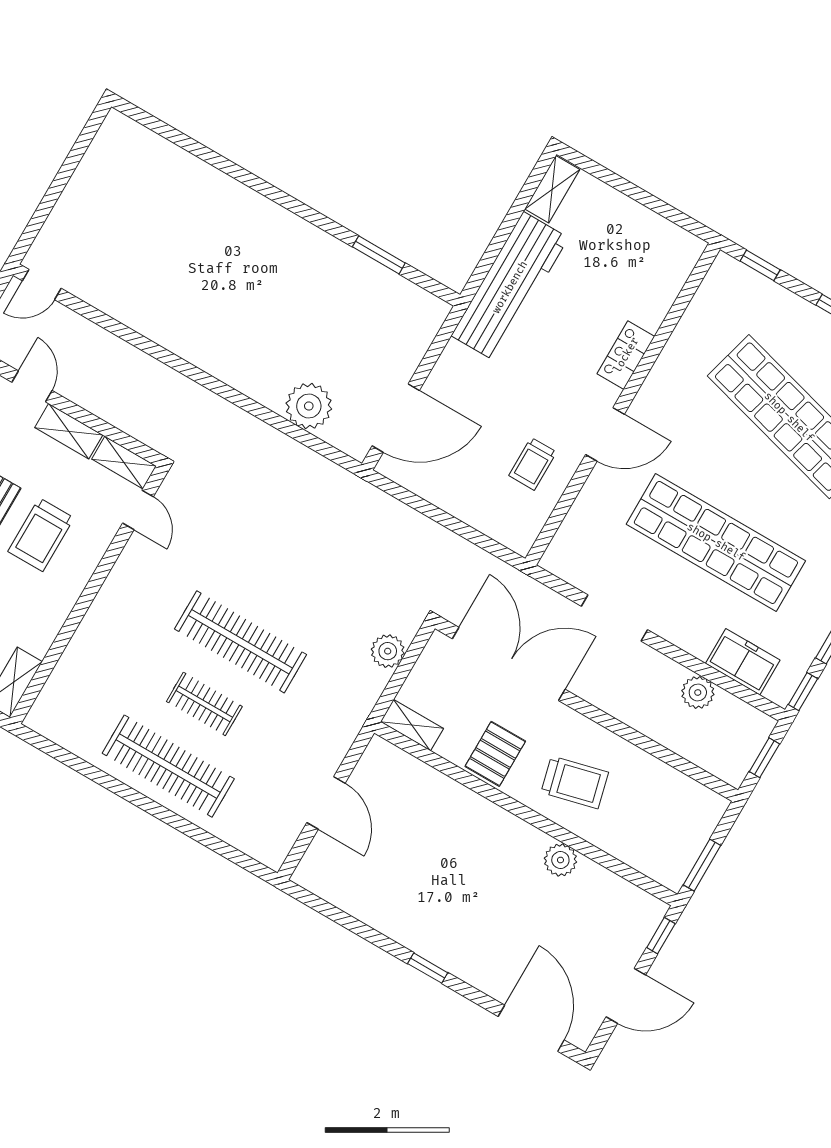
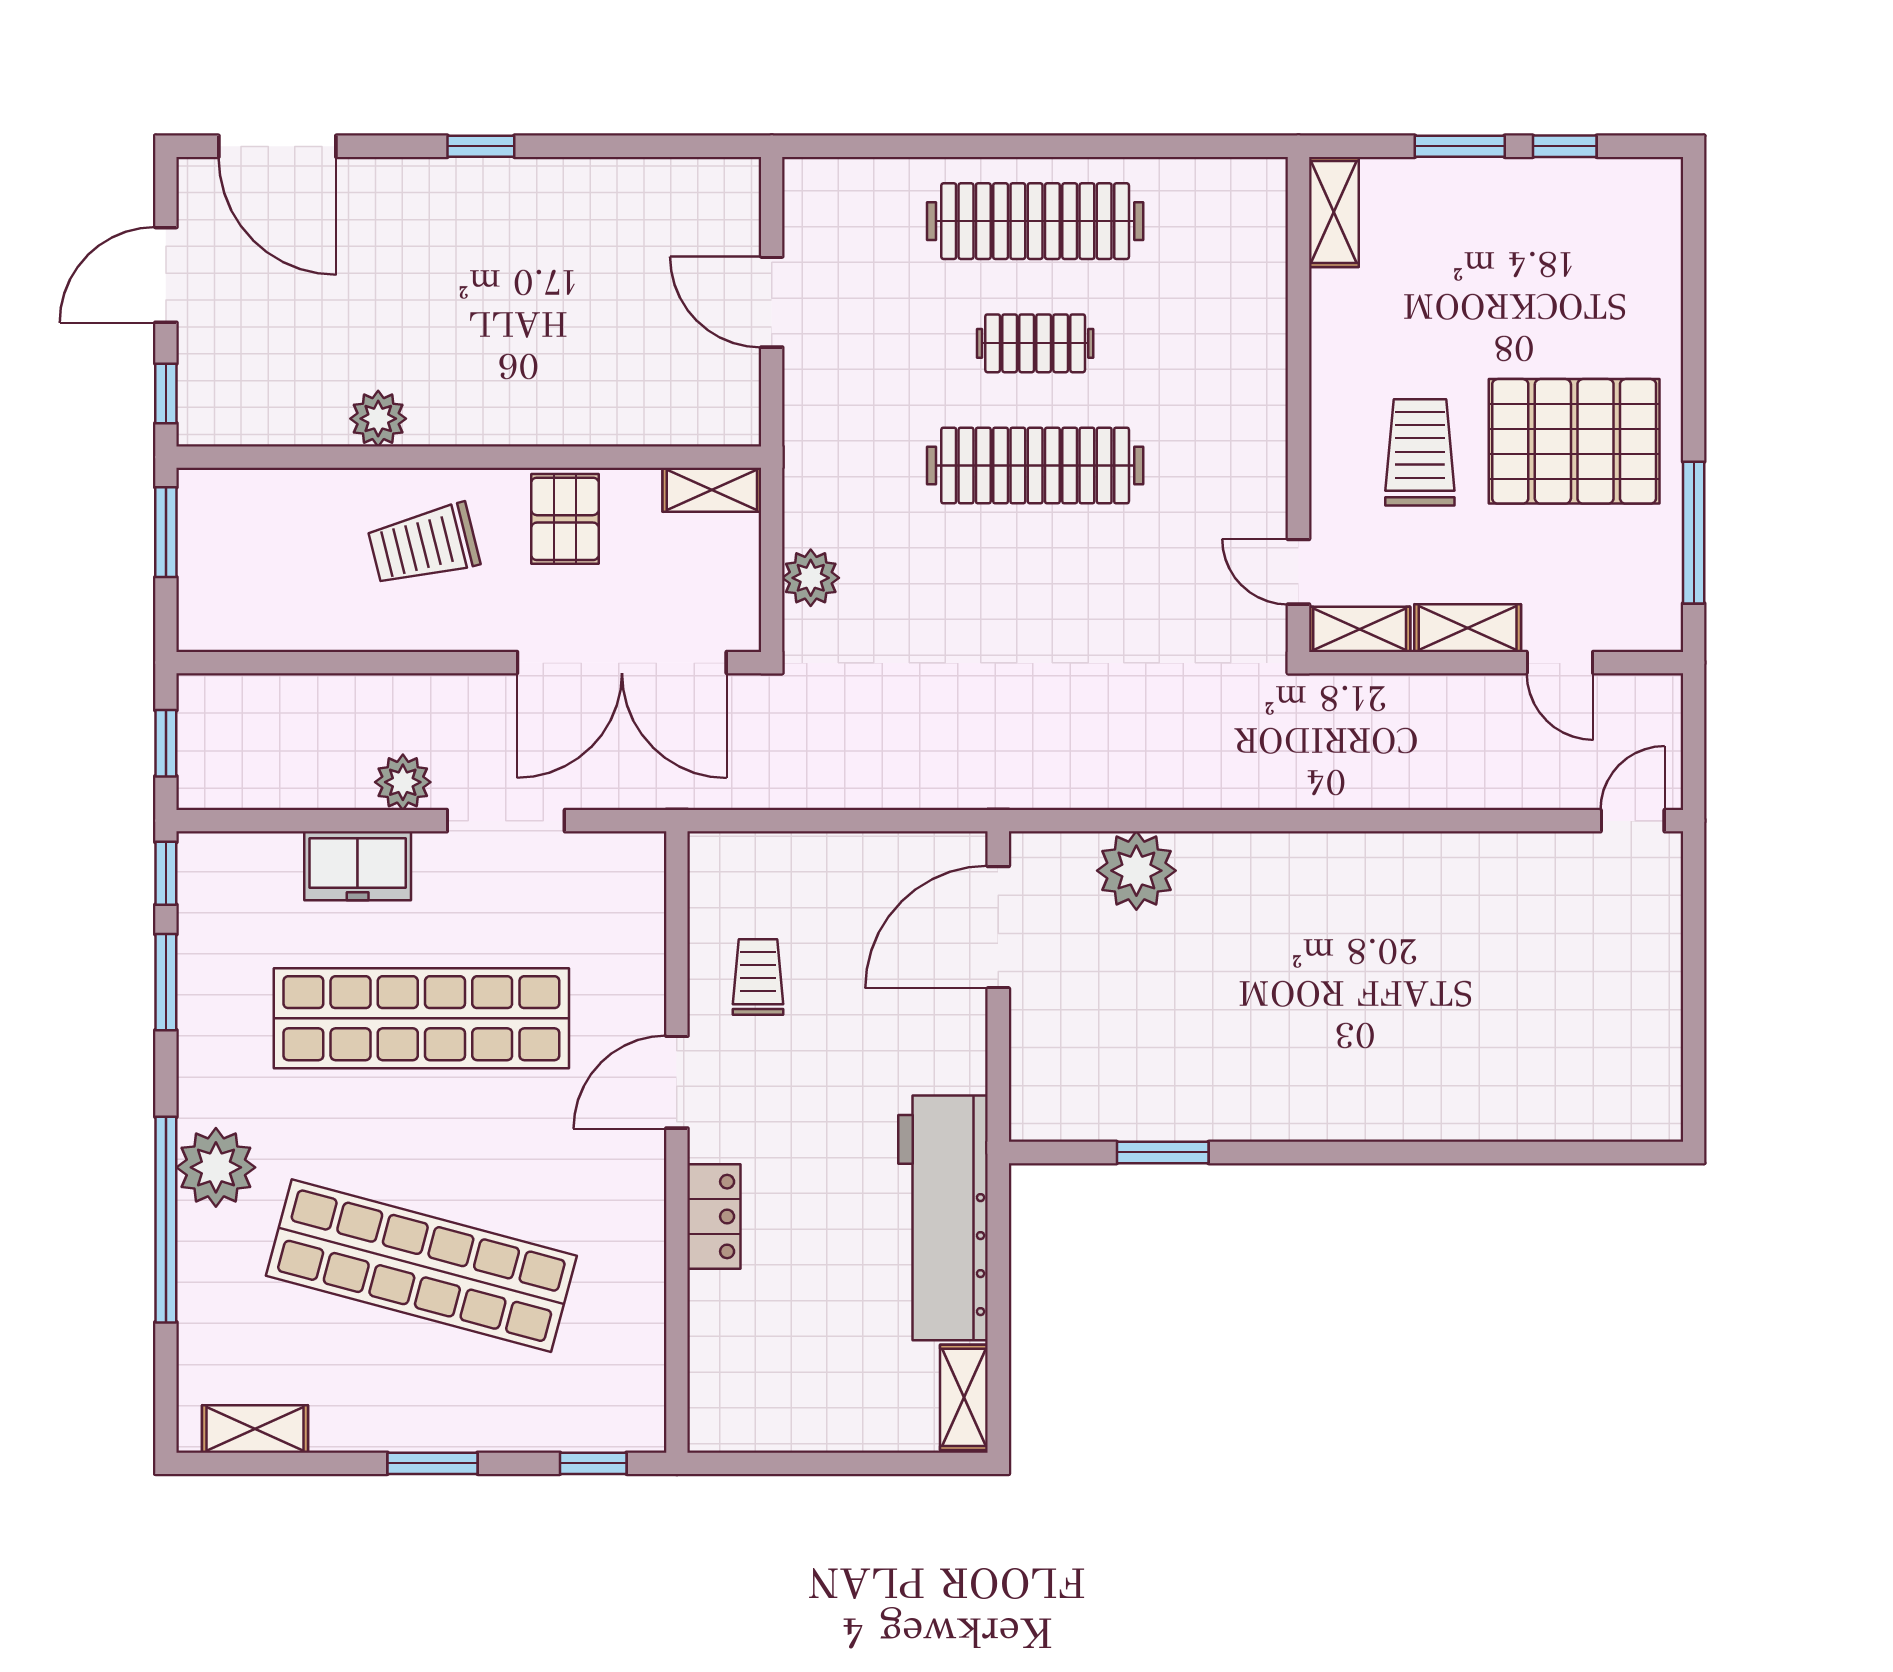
freezer: (743, 662) -> (358, 866), moved
plant: (698, 692) -> (403, 782), moved

